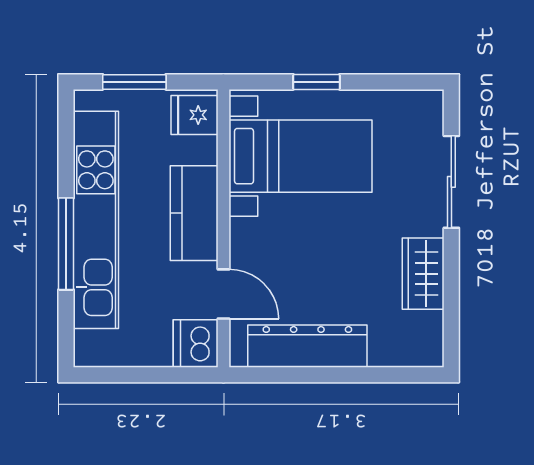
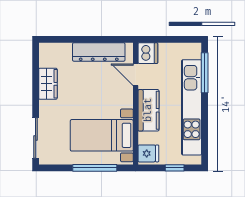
window: (134, 82) -> (175, 168), width x0.67
window: (316, 82) -> (95, 168), width x2.17
sliding door: (451, 182) -> (36, 138), moved
window: (66, 244) -> (205, 73), moved

